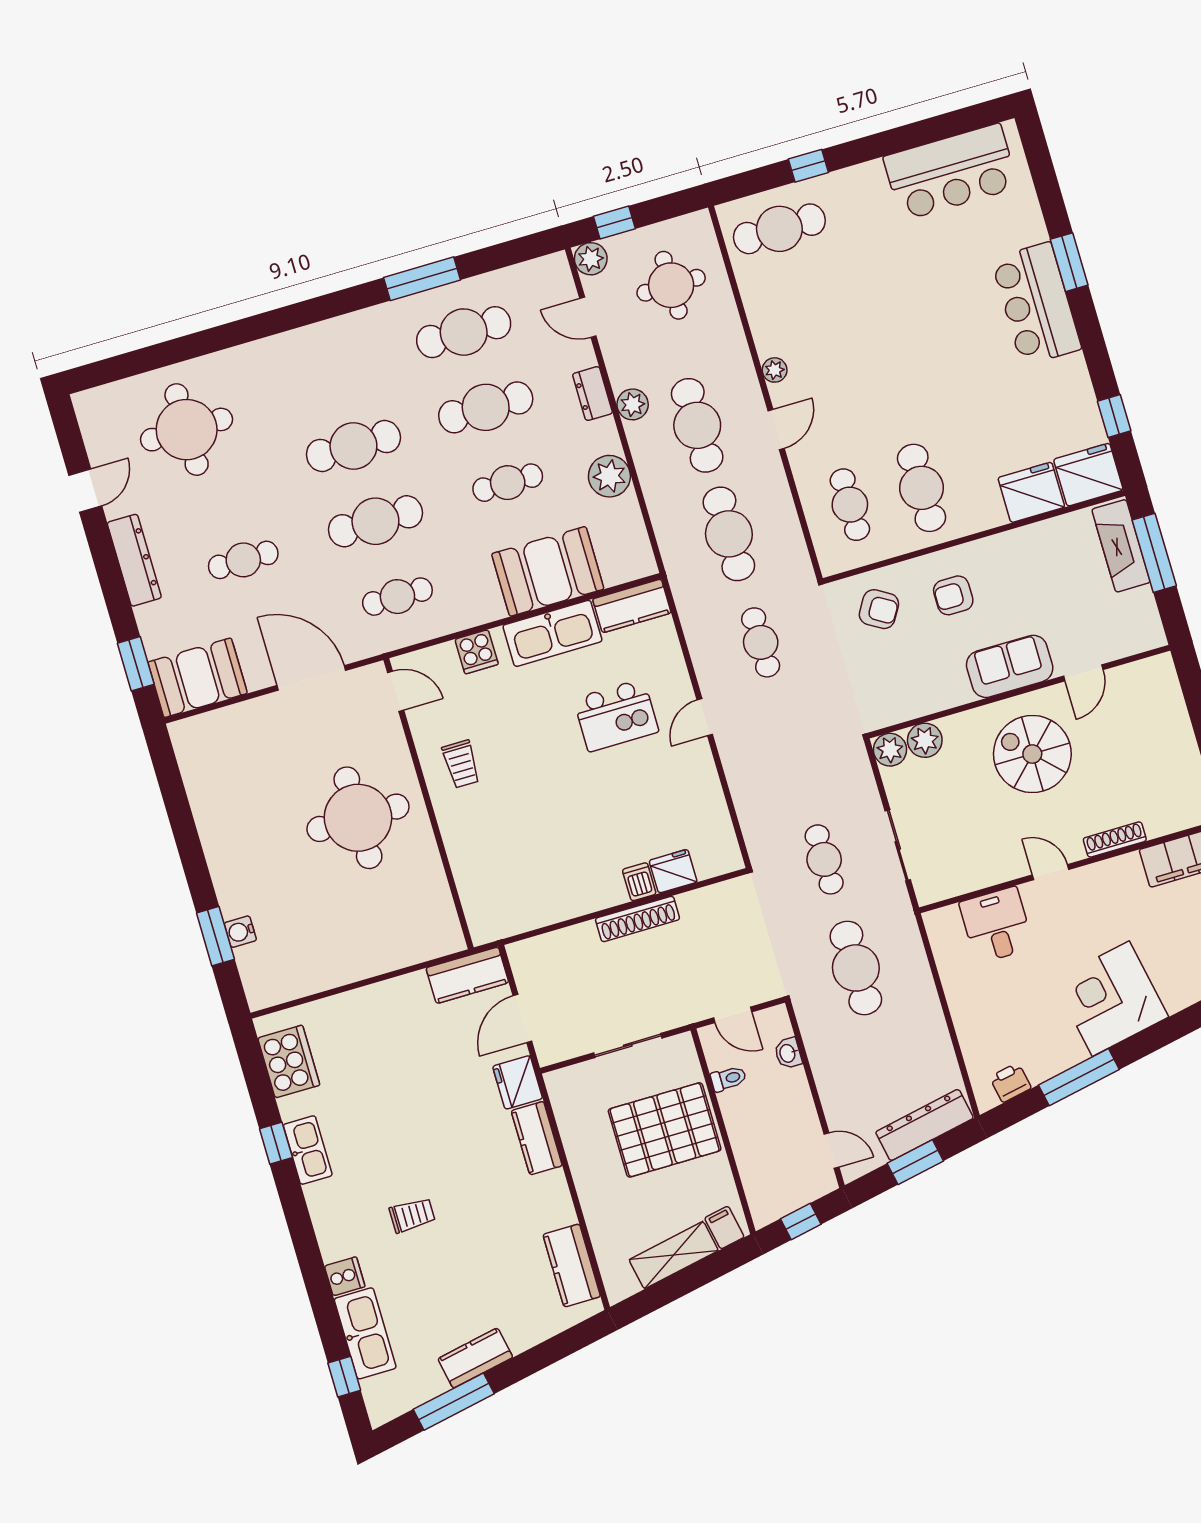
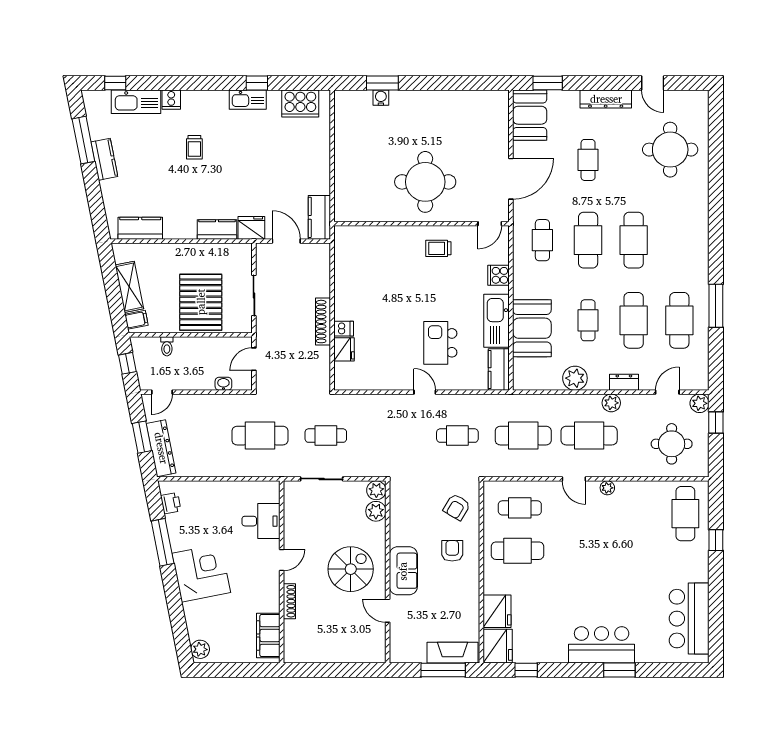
toilet: (728, 1079) -> (167, 346), moved

